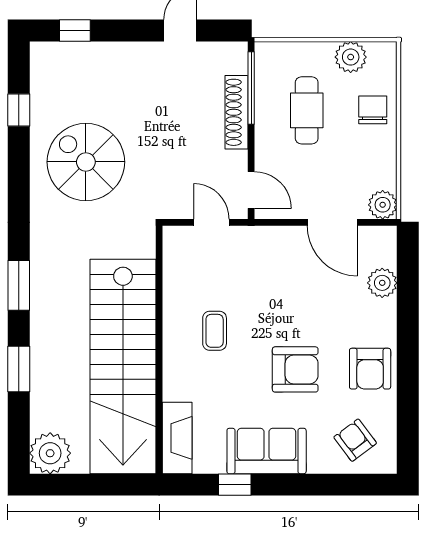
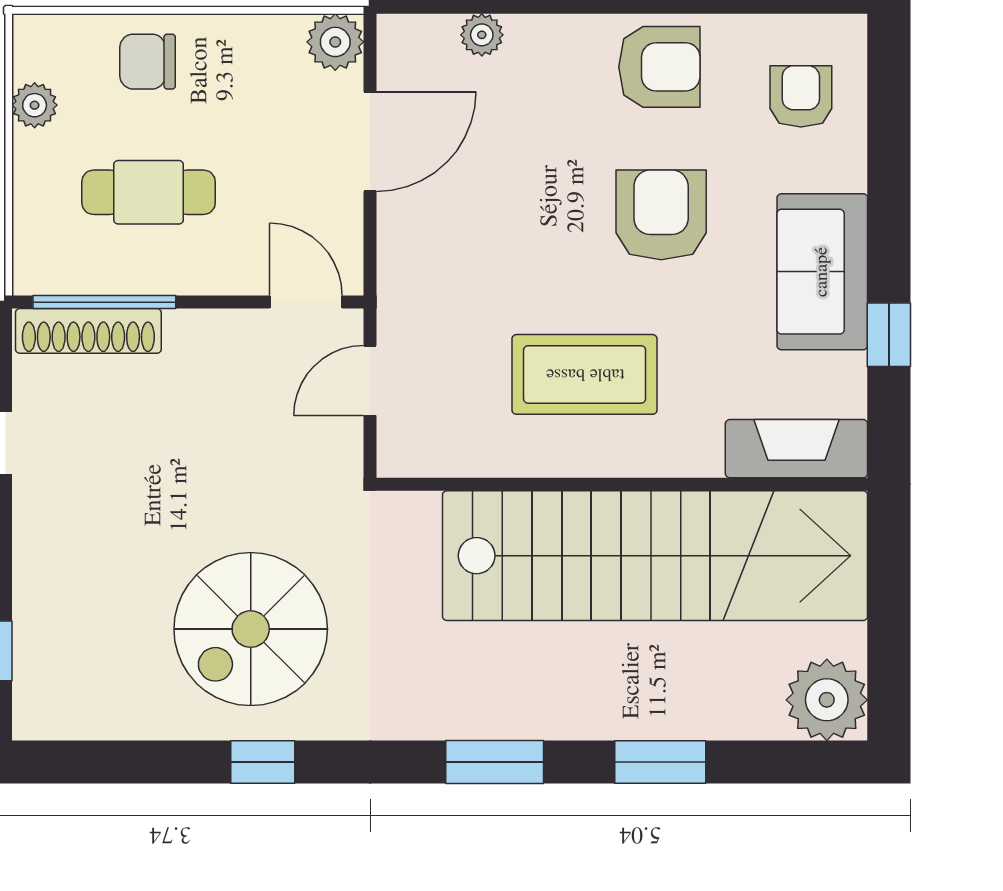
plant: (351, 57) -> (35, 105), width x0.73, depth x0.73
window: (19, 110) -> (263, 762), moved
shoe rack: (237, 112) -> (88, 331), moved
door: (251, 190) -> (306, 302), hinge flipped
plant: (382, 283) -> (482, 35), width x0.73, depth x0.73
coffee table: (215, 331) -> (585, 374), width x1.86, depth x1.72
armchair: (355, 440) -> (801, 96), turned 127

